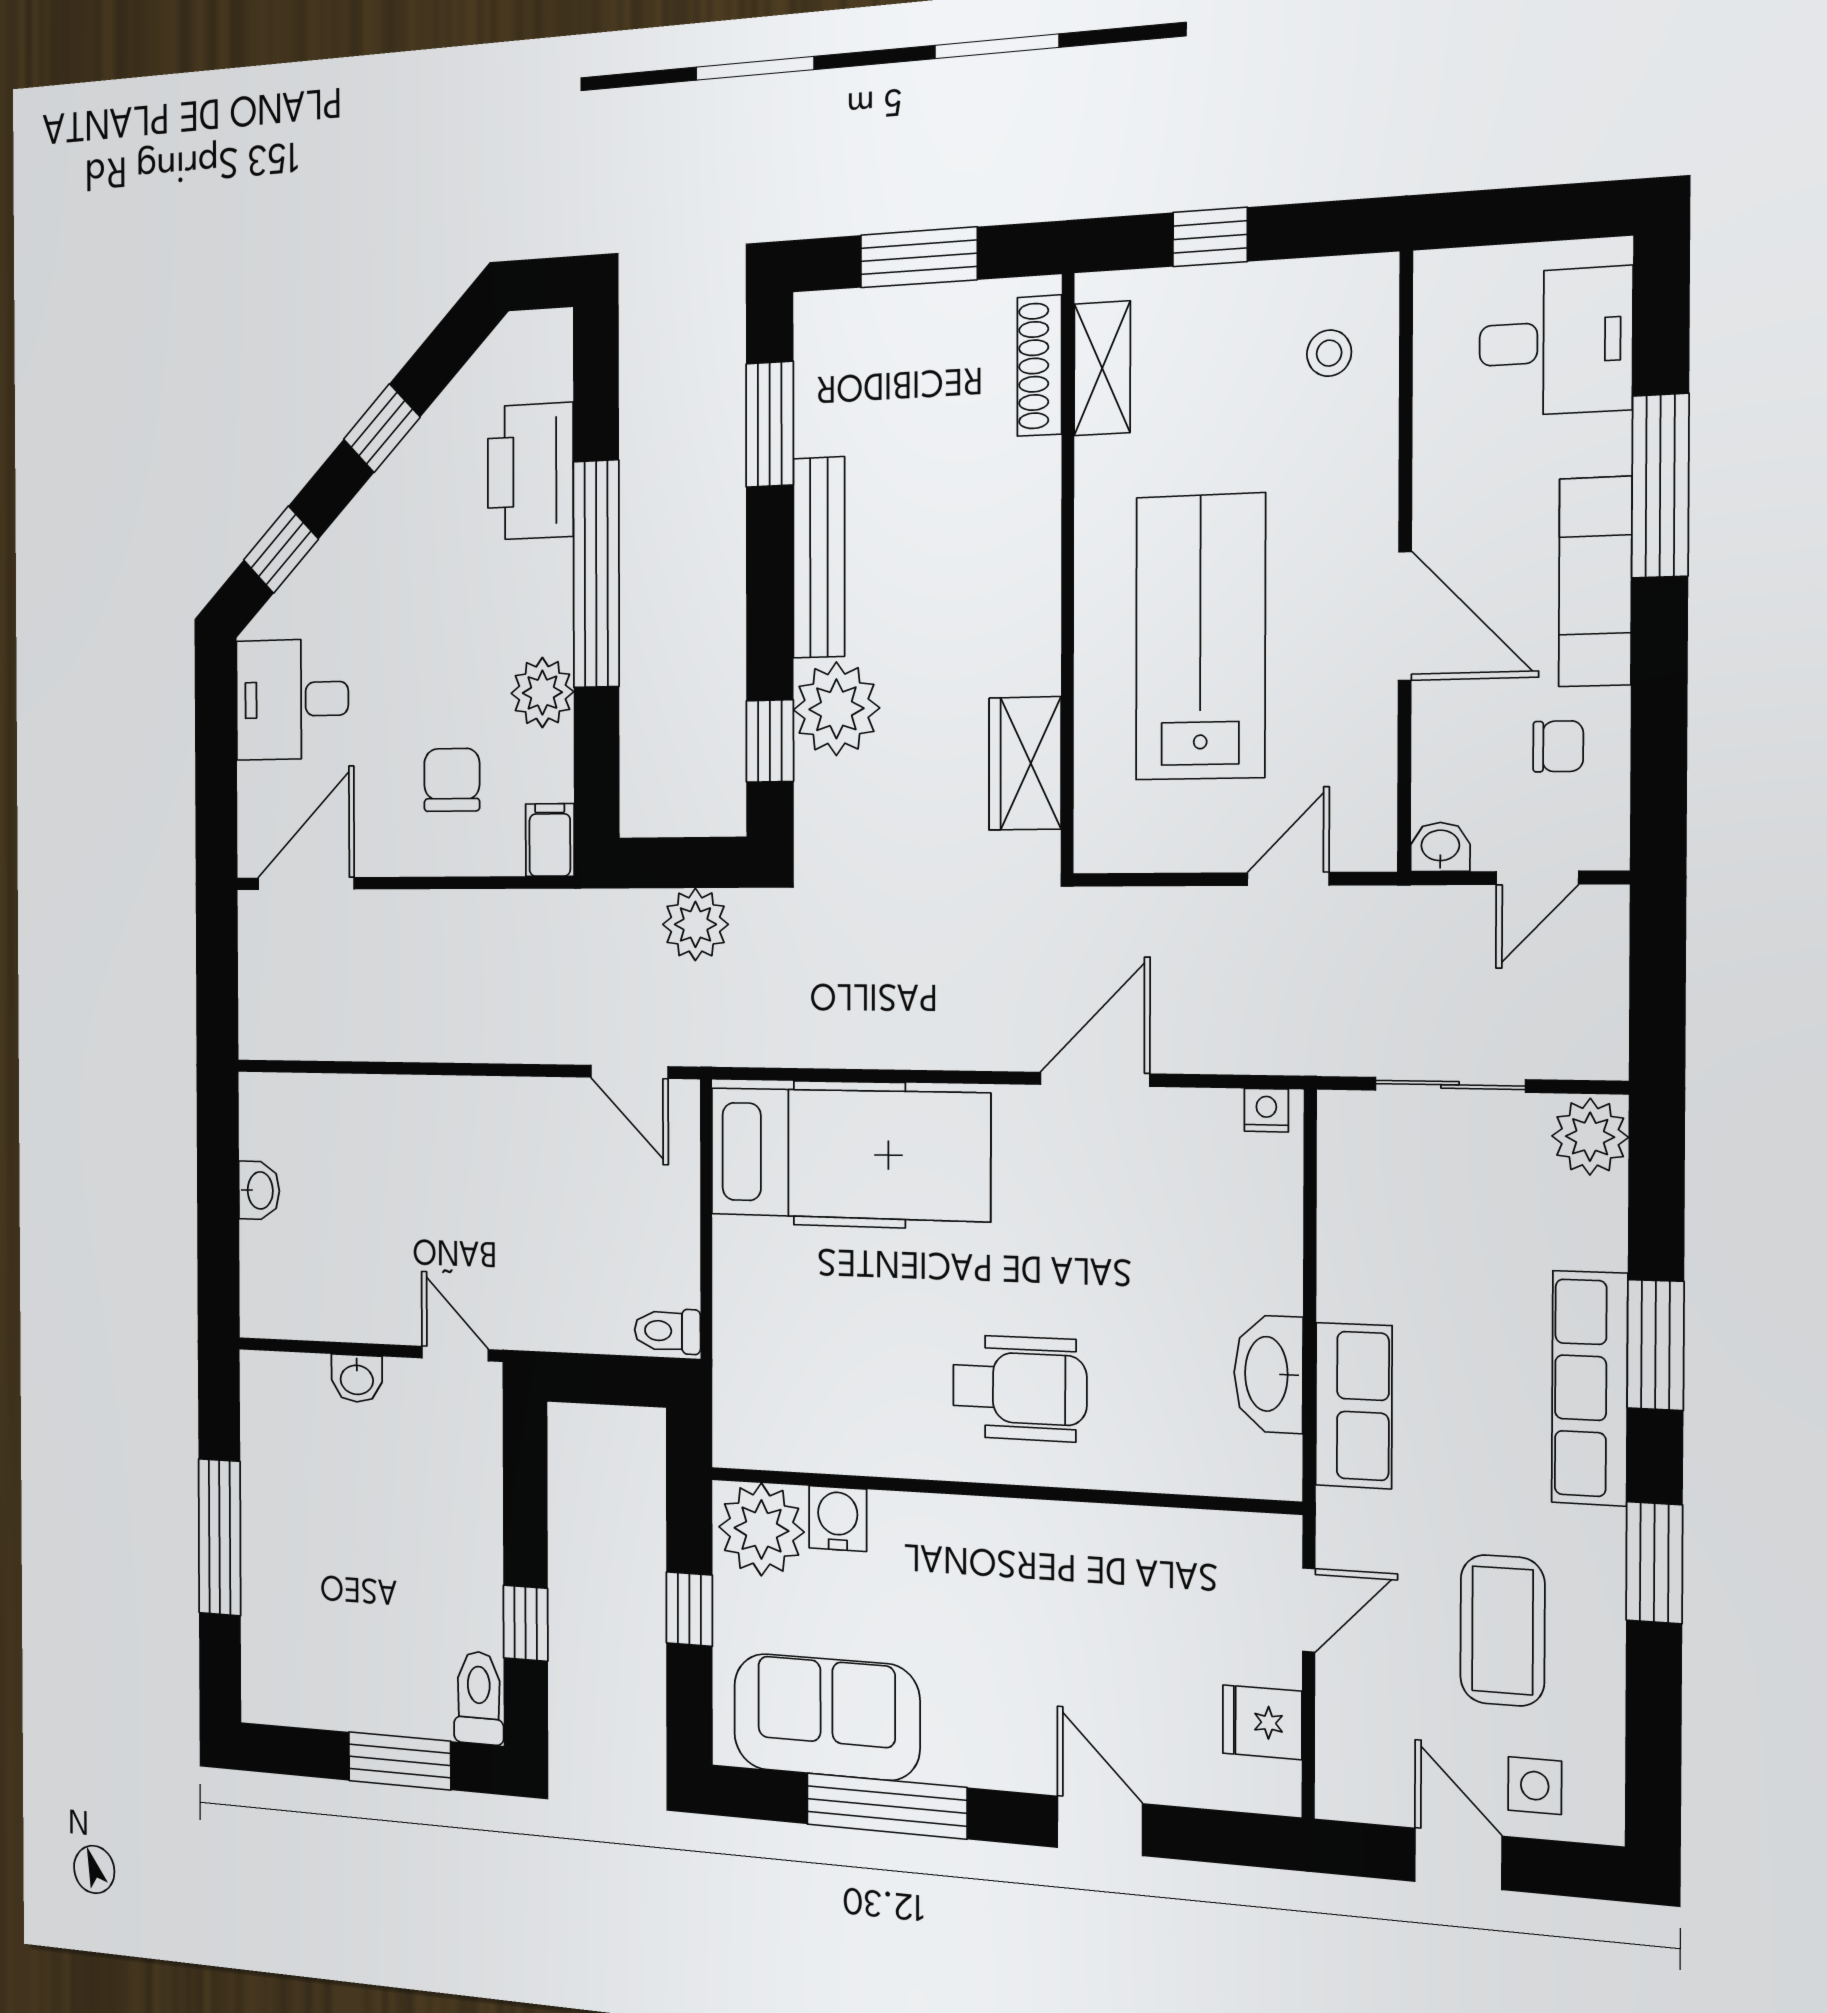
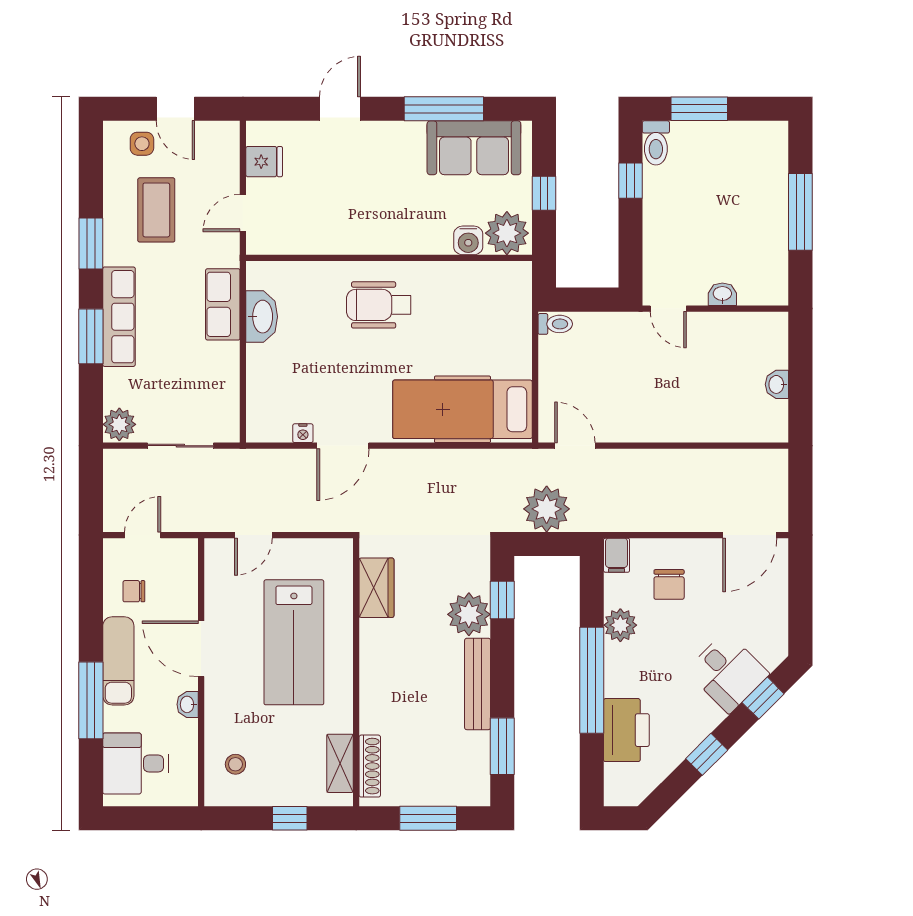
desk: (292, 699) -> (728, 672), moved, turned 45
washbasin: (1440, 847) -> (188, 704), moved, turned 90
plant: (695, 924) -> (547, 509), width x1.36, depth x1.36
nightstand: (1266, 1110) -> (303, 433), moved
door: (1100, 1826) -> (340, 109), swing flipped

